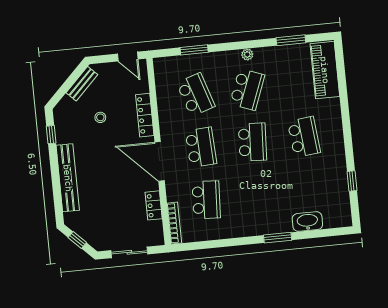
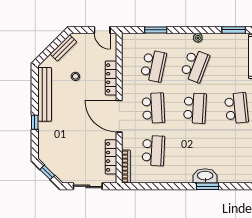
school desk: (196, 95) -> (153, 66), turned 30
window: (51, 135) -> (35, 122), moved
bench: (68, 178) -> (45, 94), moved
locker: (154, 205) -> (111, 157), width x1.53
washbasin: (307, 222) -> (205, 176), moved

